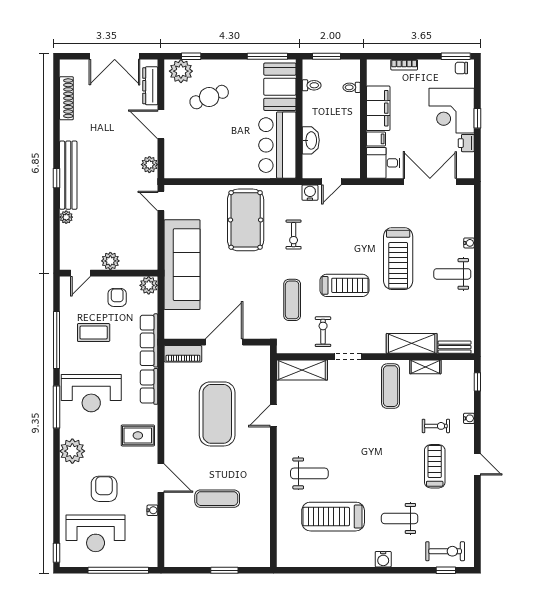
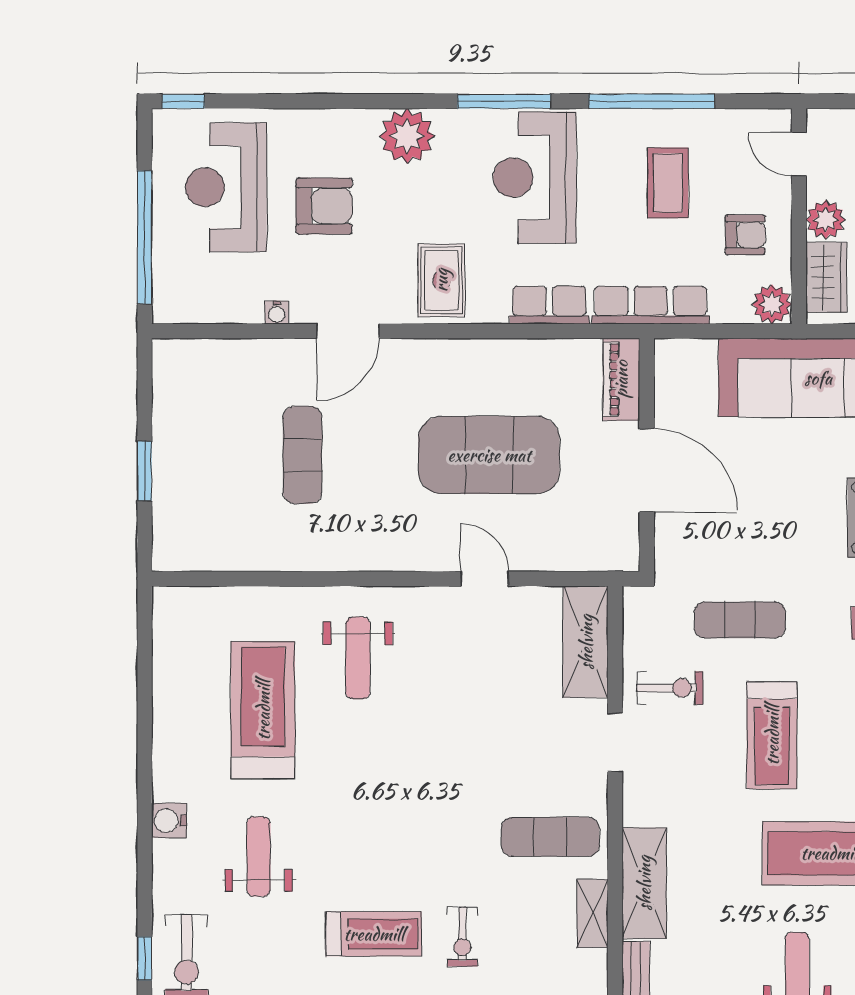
wardrobe: (136, 261) -> (826, 277), added

